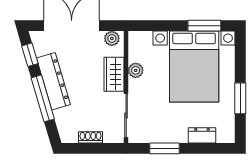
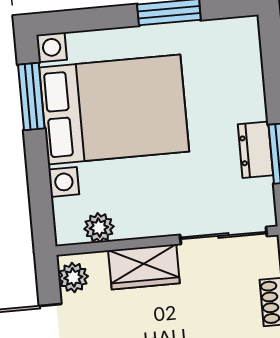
plant: (136, 70) -> (99, 228), moved
dresser: (202, 135) -> (255, 150), moved

